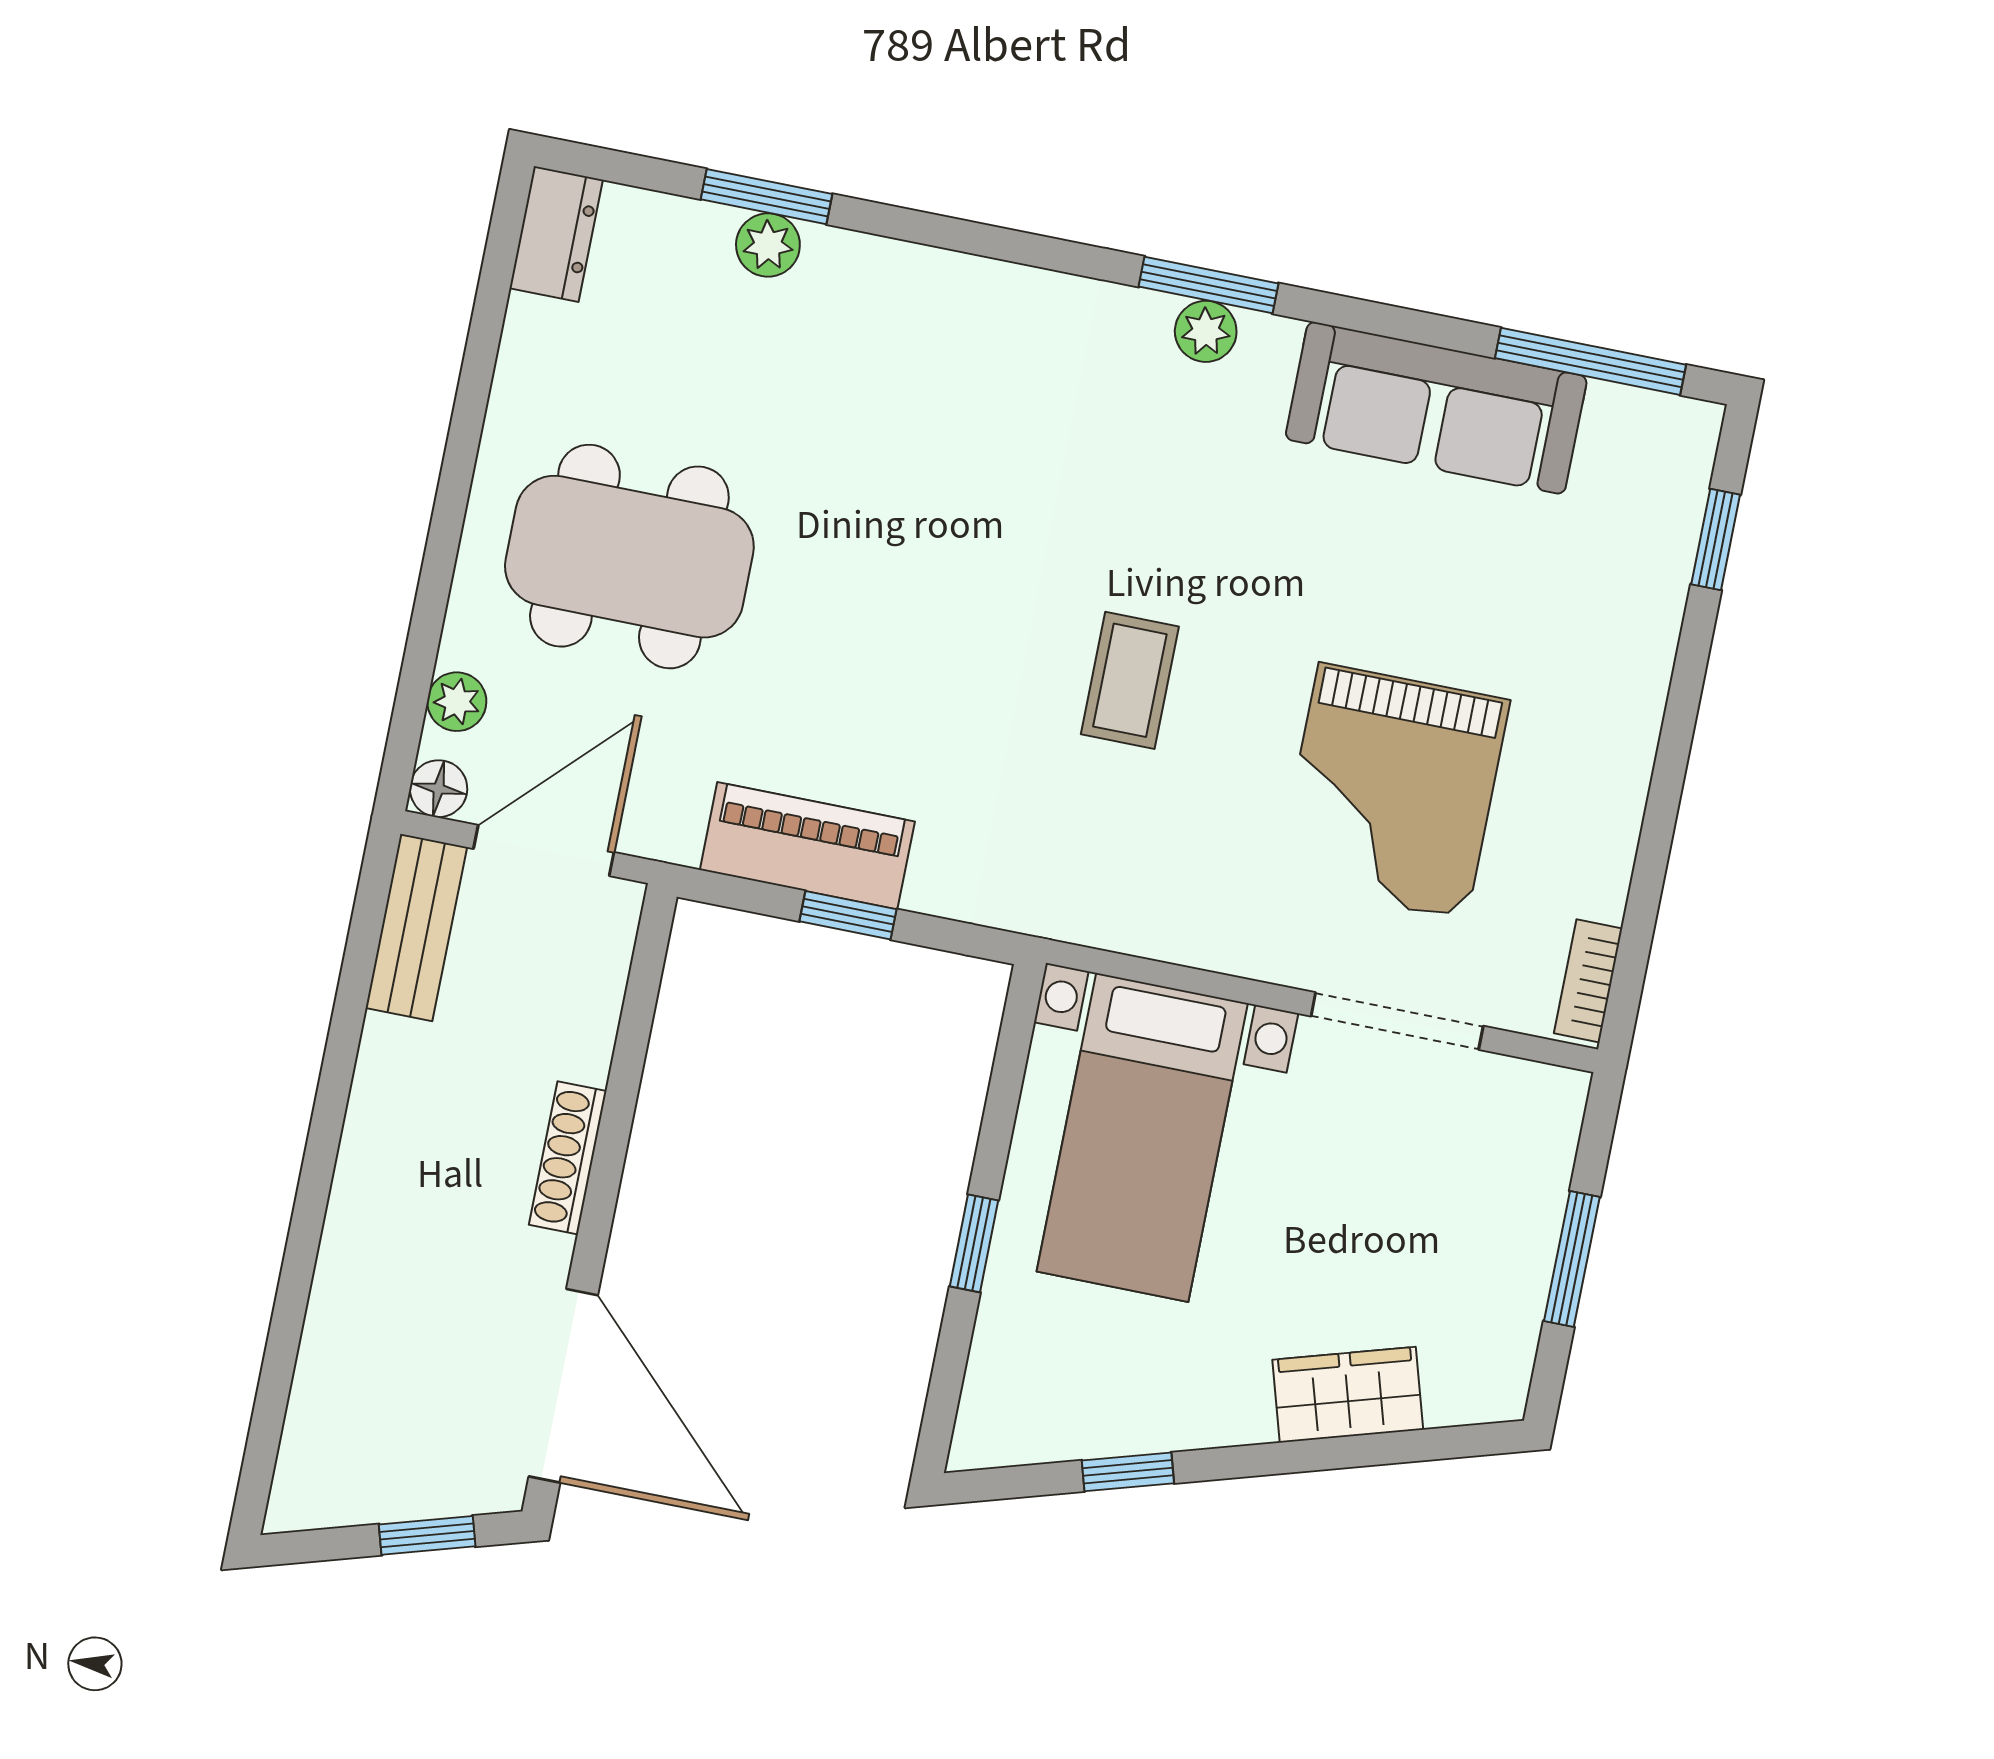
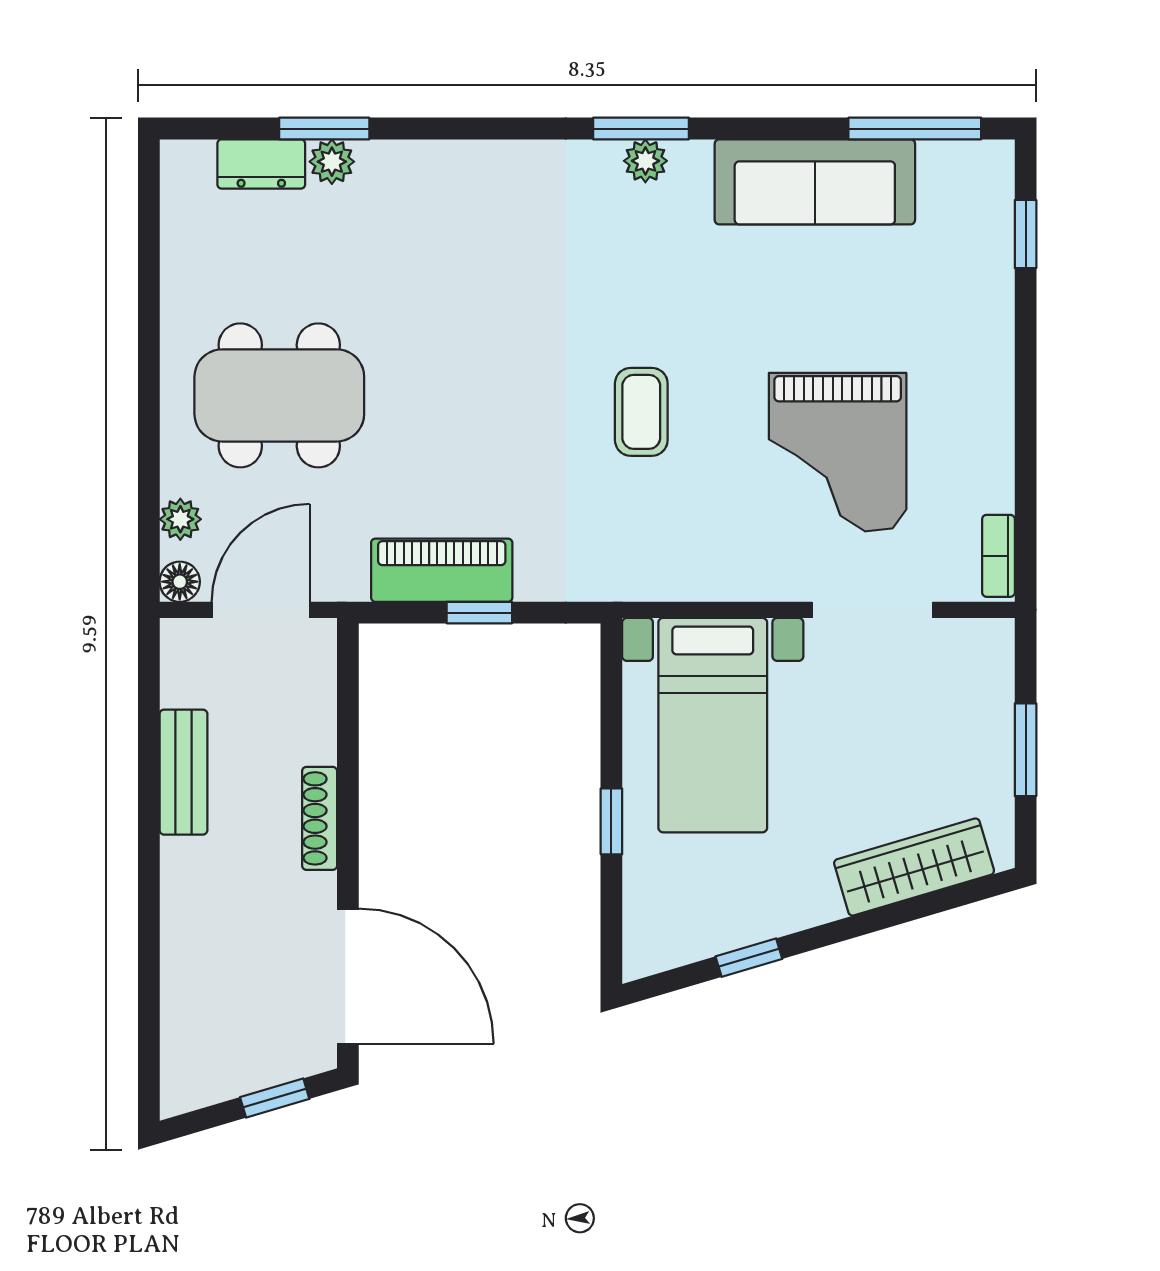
dresser: (556, 234) -> (261, 164), moved, turned 90
bench: (416, 928) -> (183, 772), moved
wardrobe: (1348, 1395) -> (914, 867), width x1.50

